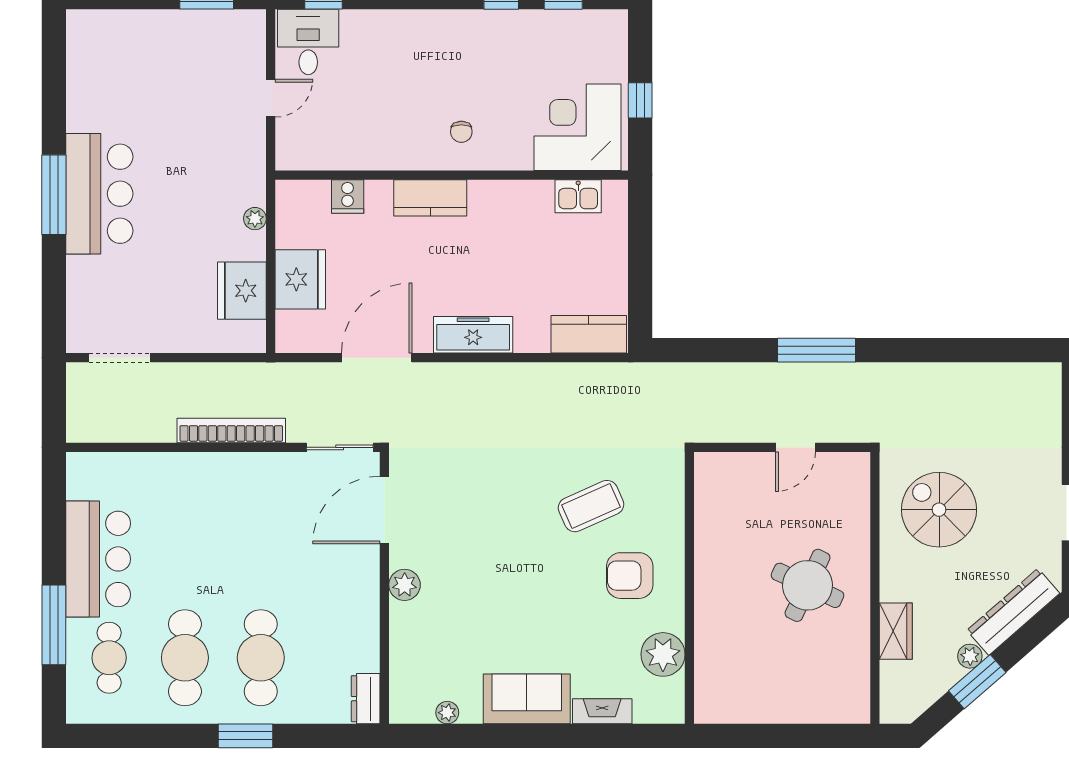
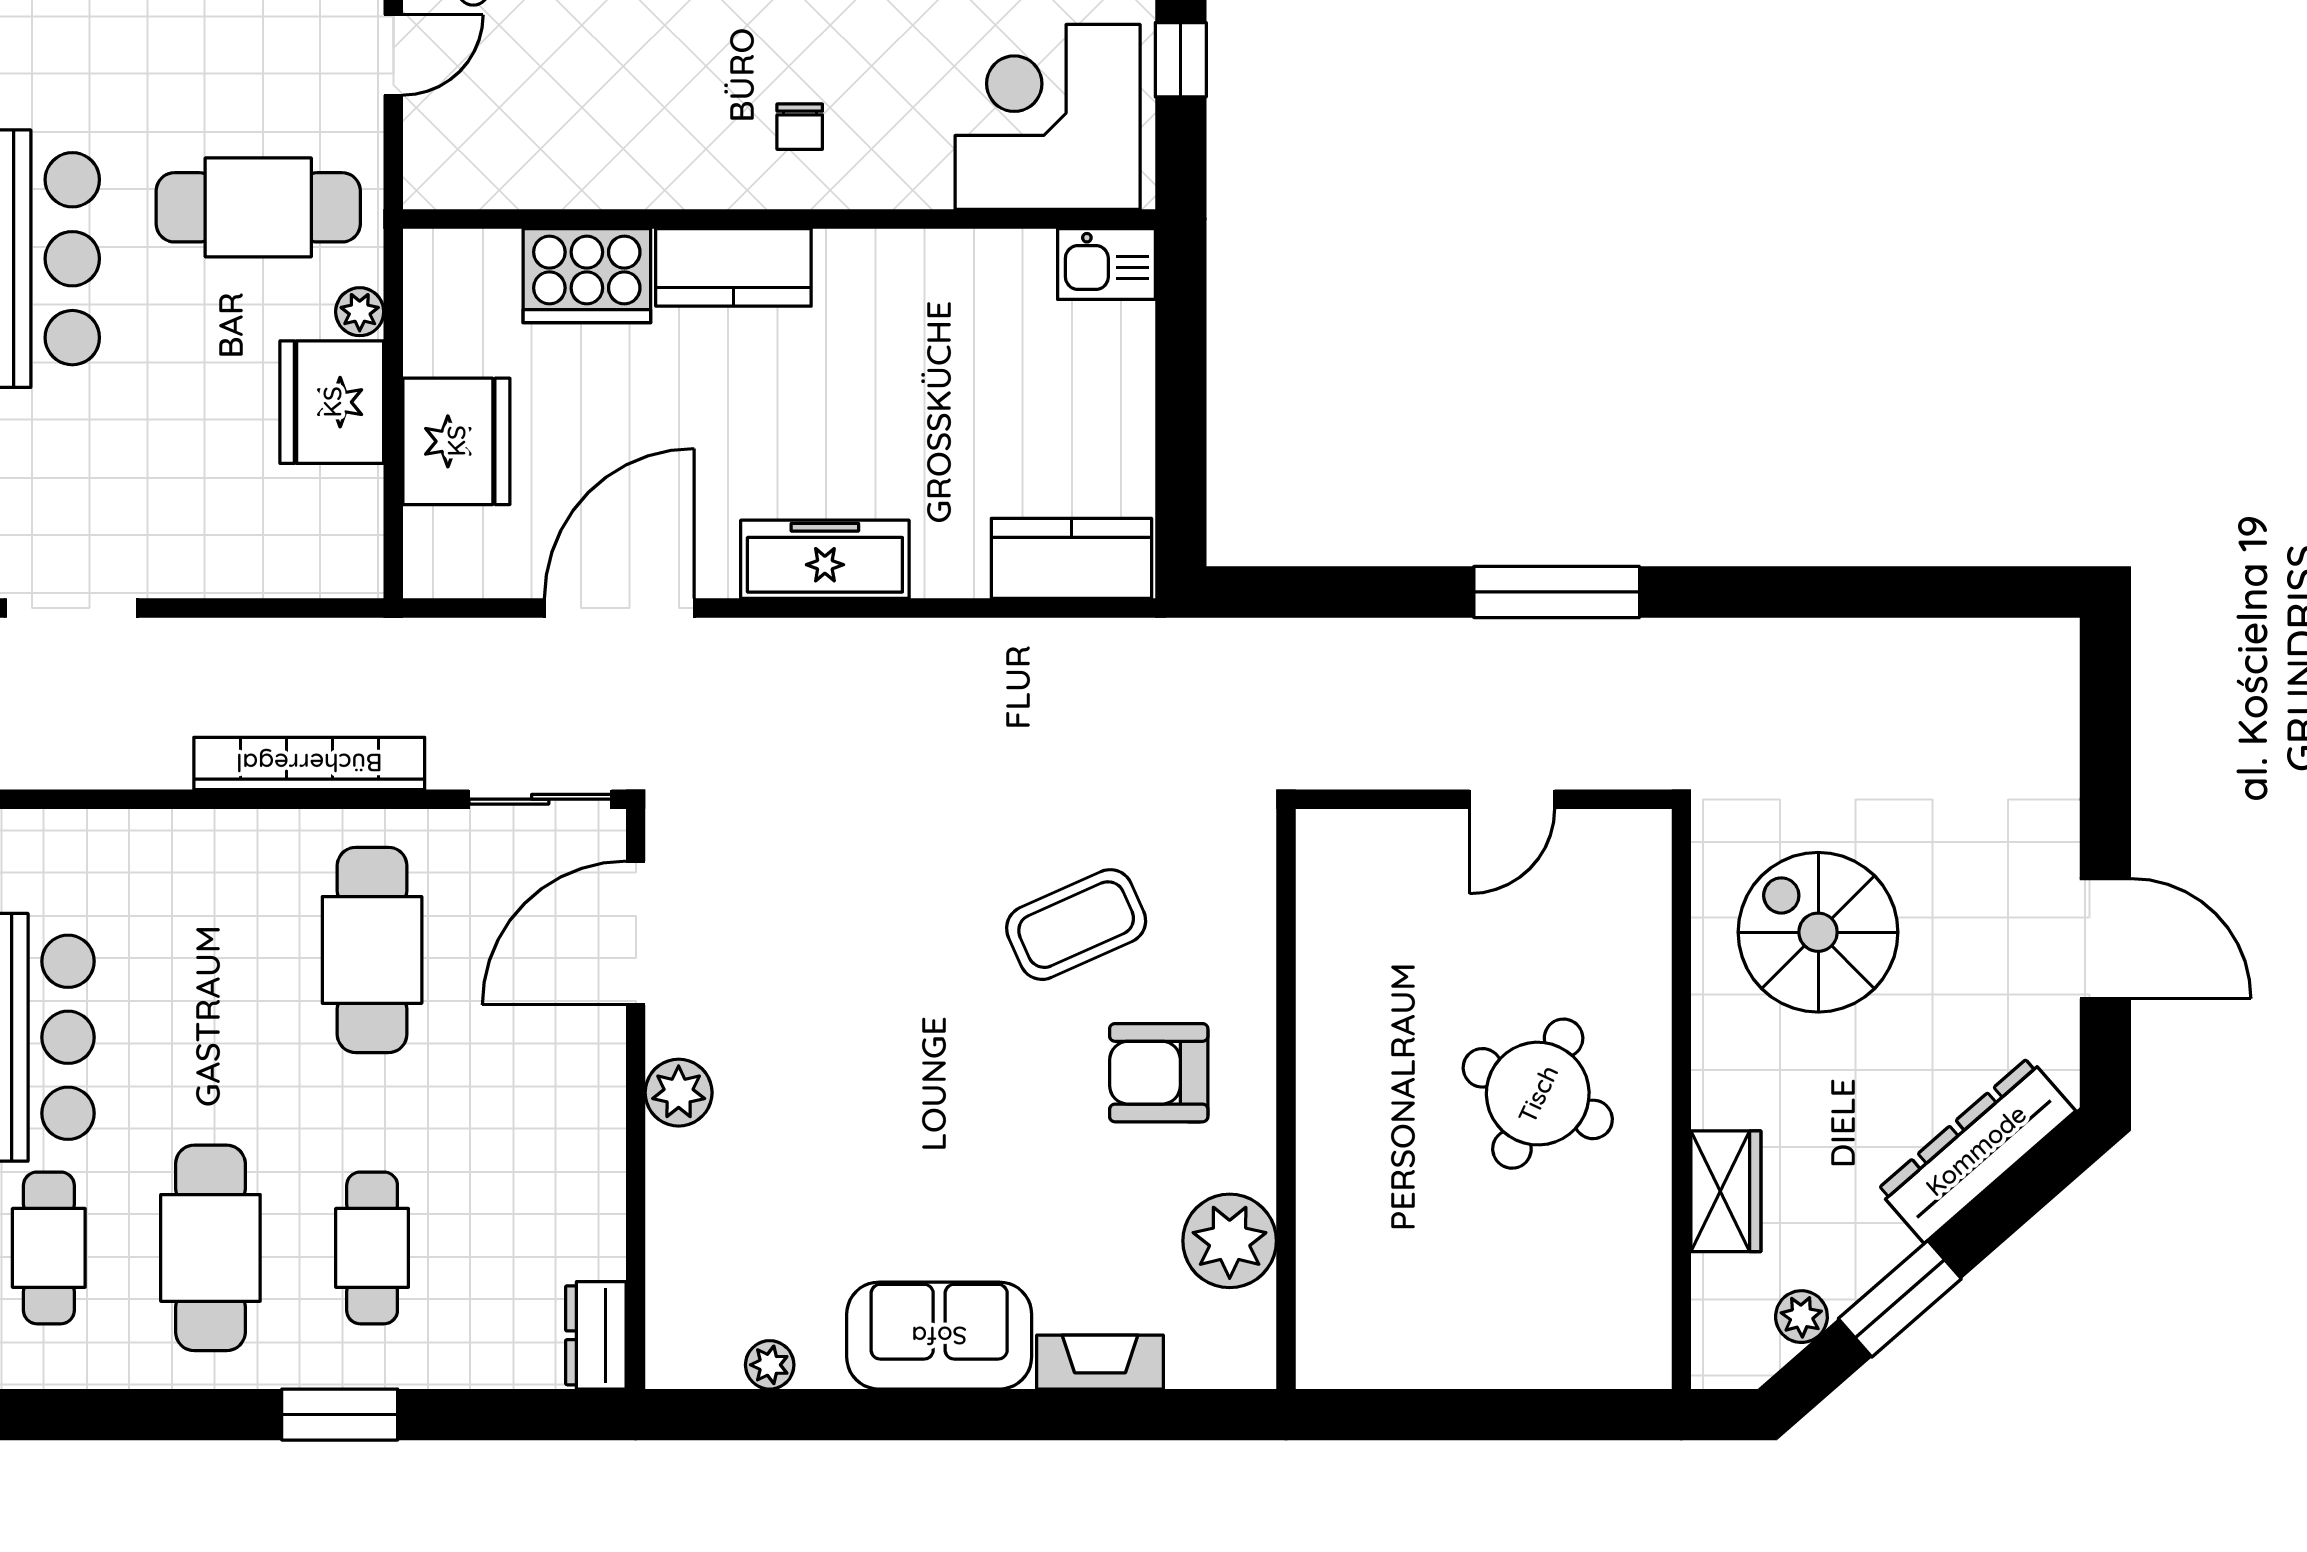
cafe table: (207, 170) -> (258, 207), added
cooker: (348, 196) -> (587, 276), width x1.87, depth x1.31
kitchen sink: (578, 196) -> (1106, 264), moved
fridge: (242, 291) -> (332, 402), moved
cafe table: (261, 518) -> (372, 950), added
plant: (970, 656) -> (1801, 1317), moved
cafe table: (261, 658) -> (372, 1248), width x0.73, depth x0.74

